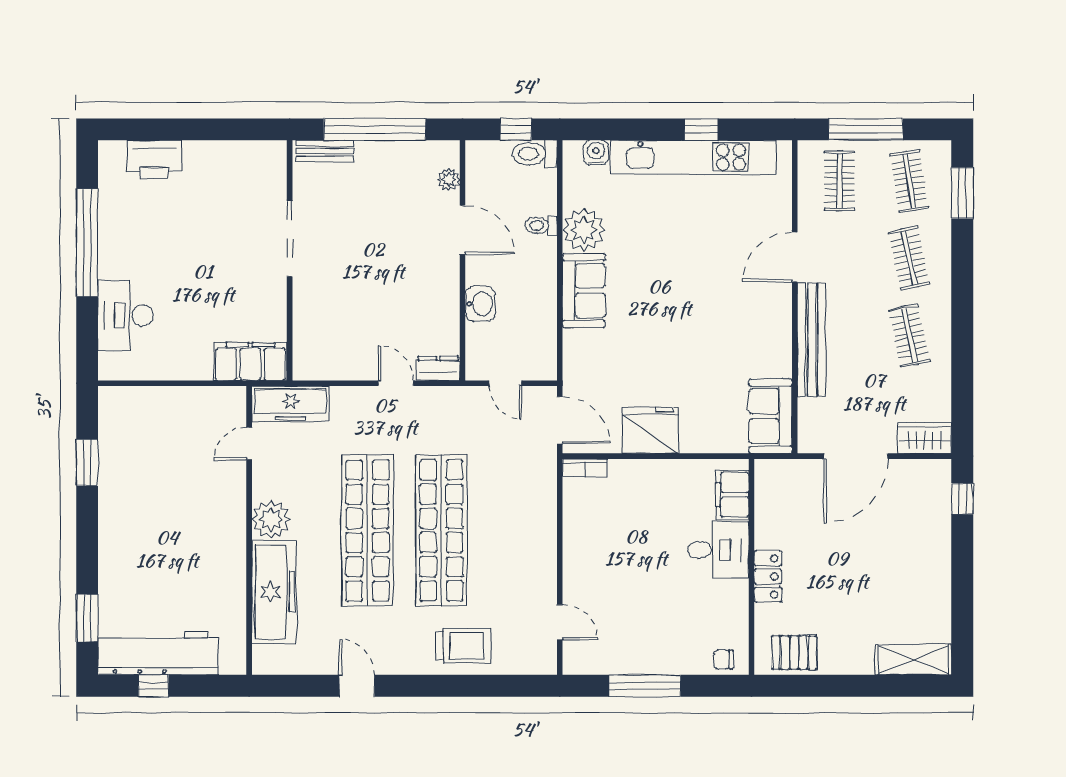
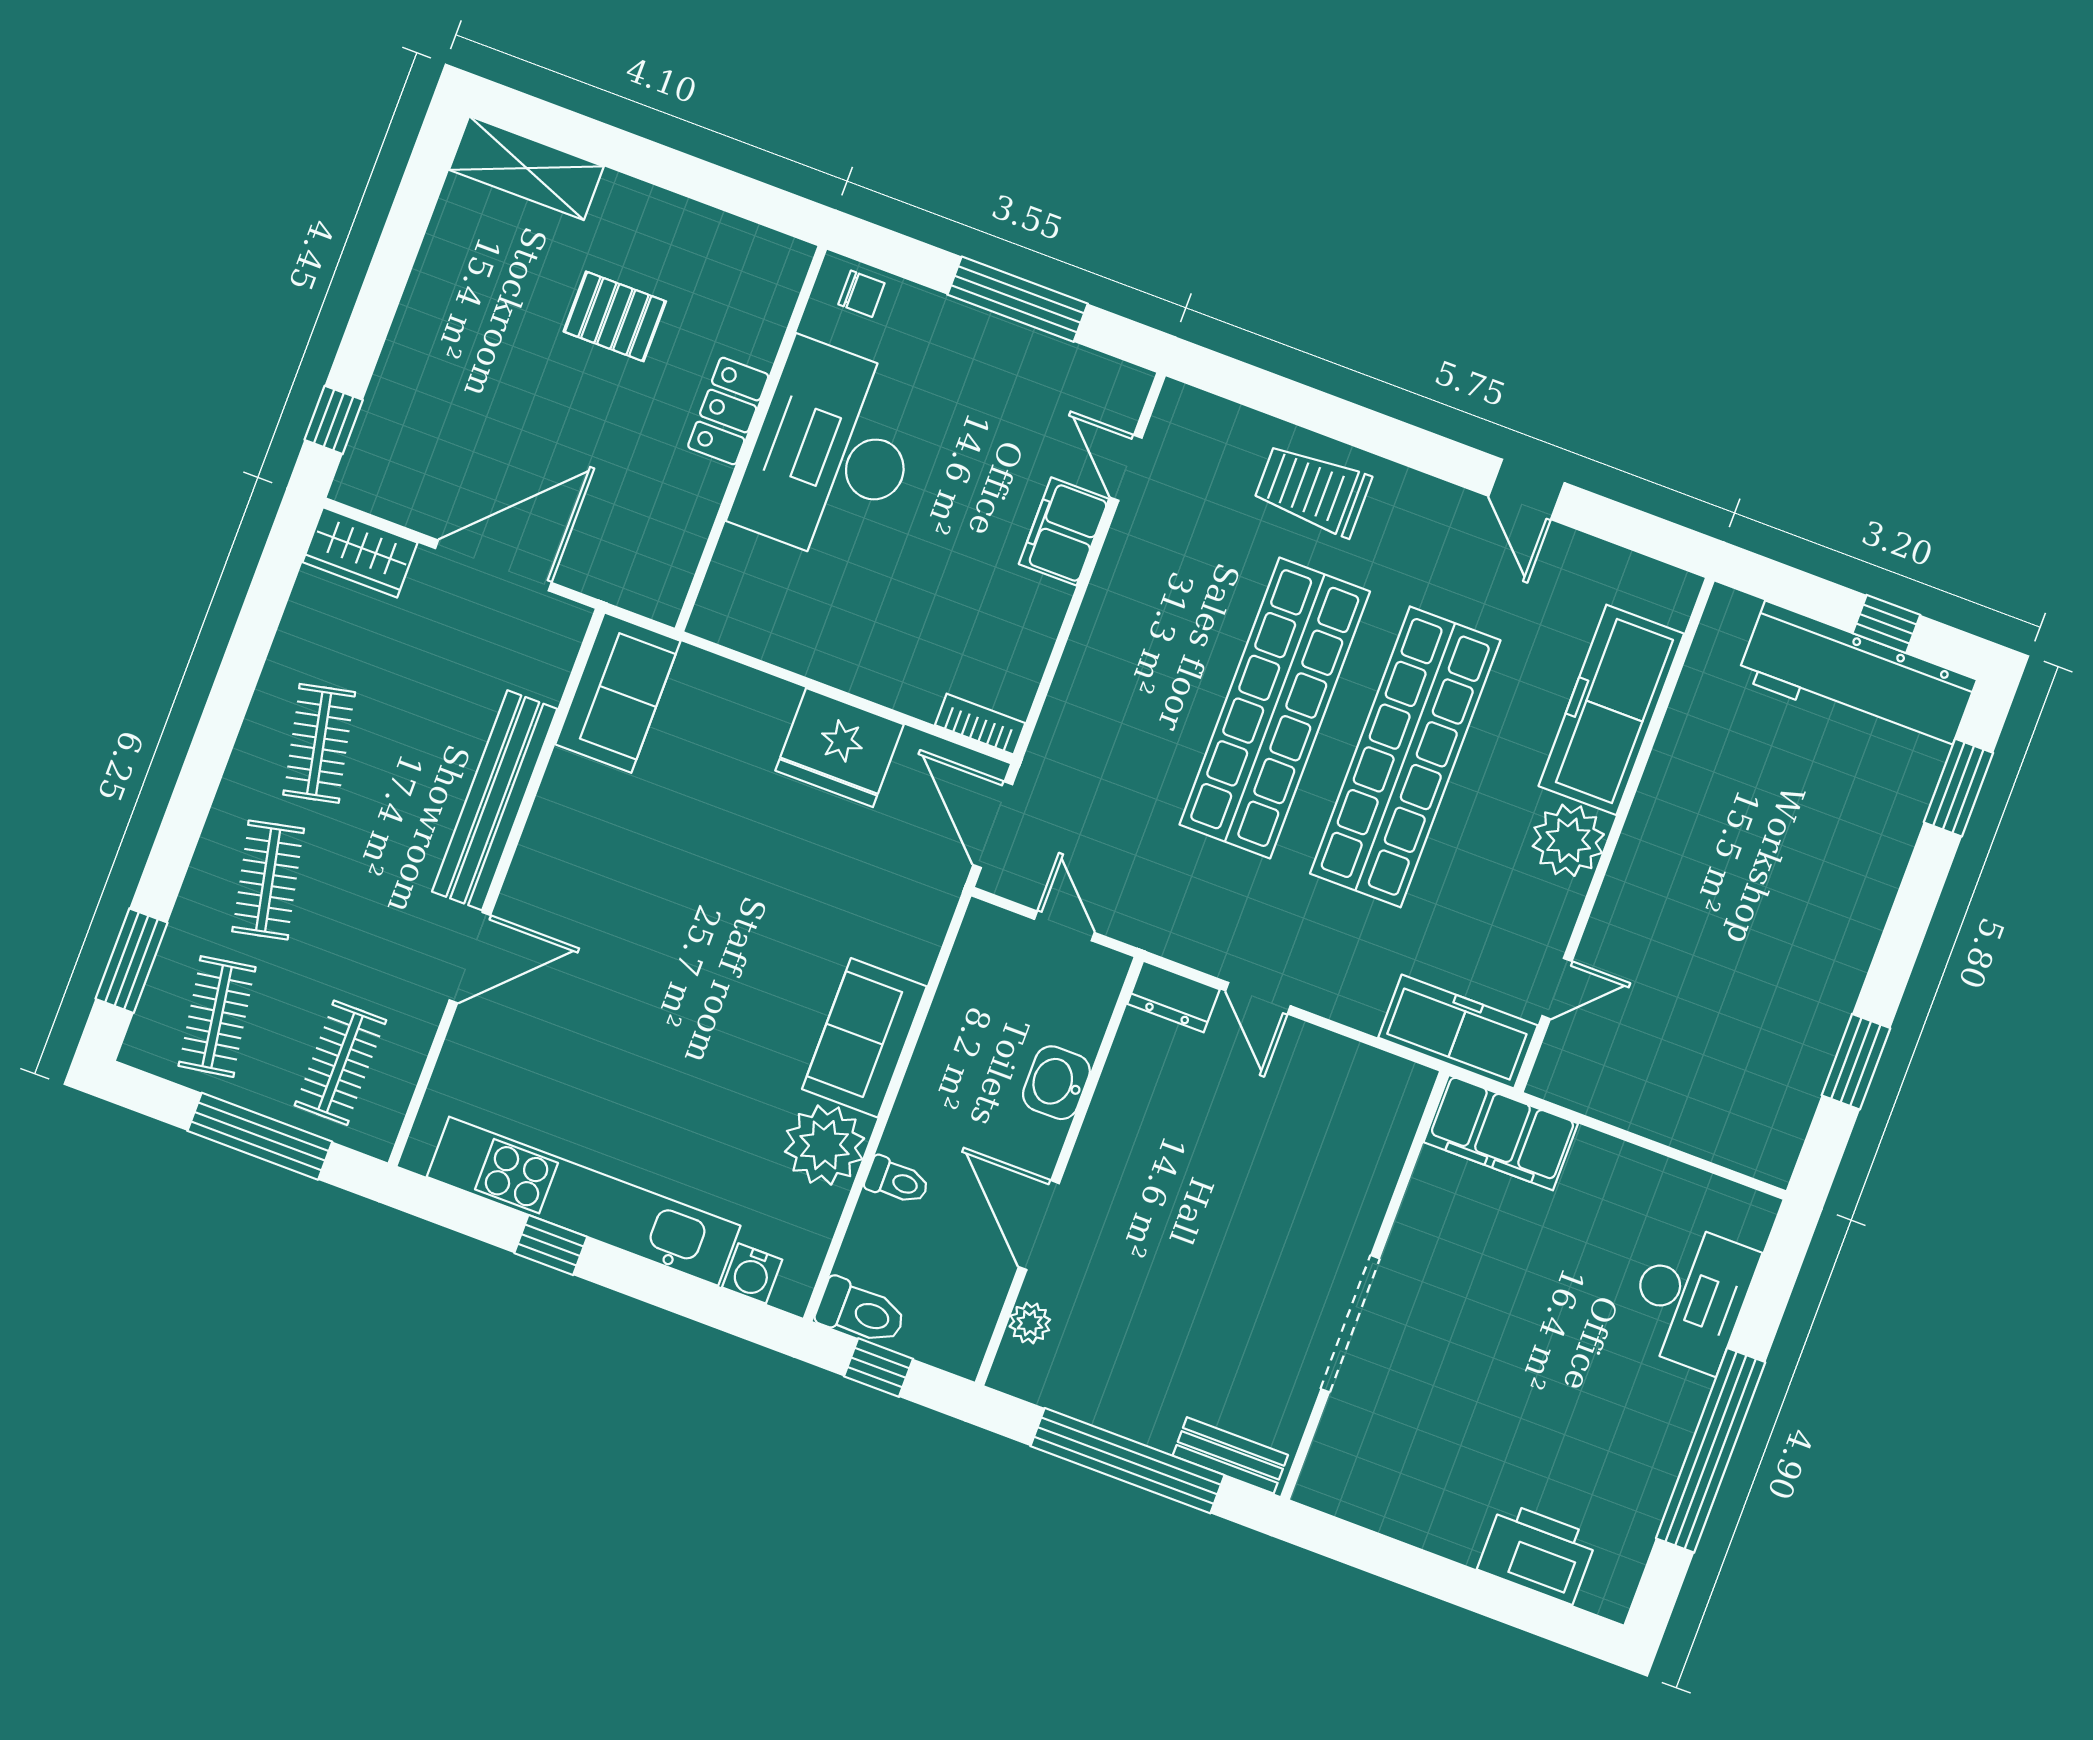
filing cabinet: (732, 495) -> (1064, 531), moved, turned 180
desk: (718, 550) -> (831, 453), width x1.87, depth x1.30
pallet: (794, 653) -> (615, 316), moved

